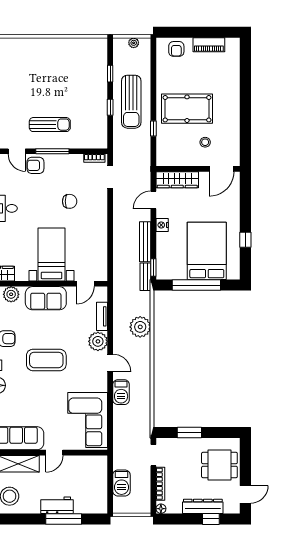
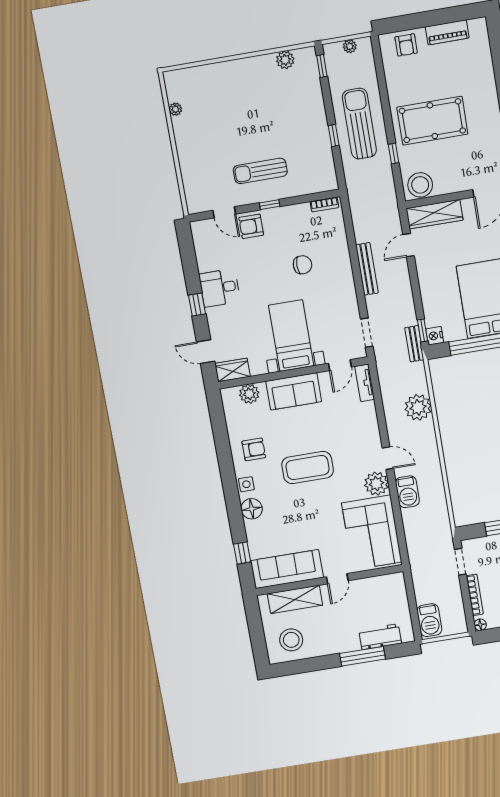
plant: (83, 45) -> (285, 60), added
window: (110, 74) -> (322, 66), moved
sun lounger: (131, 102) -> (359, 124), turned 180
sun lounger: (50, 125) -> (260, 171), turned 180
stool: (205, 142) -> (420, 185), moved, width x1.89, depth x1.89
window: (52, 151) -> (270, 205), width x0.46
doorway: (110, 177) -> (367, 333), moved
nightstand: (162, 225) -> (435, 336), moved
bench: (145, 242) -> (367, 269), moved
tv unit: (102, 316) -> (365, 383), moved
plant: (98, 341) -> (376, 484), moved
barbecue: (121, 483) -> (429, 620), moved
workbench: (57, 505) -> (380, 637), moved

